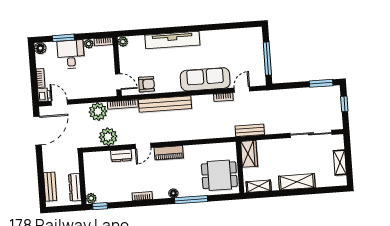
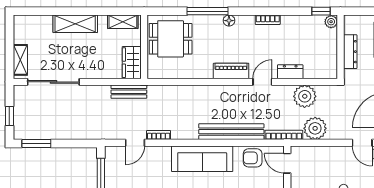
sofa: (205, 79) -> (202, 159), moved
shelving: (340, 163) -> (20, 60), moved
dresser: (75, 187) -> (350, 52), moved

